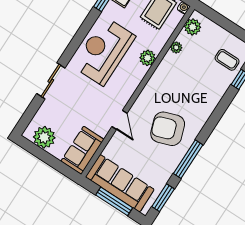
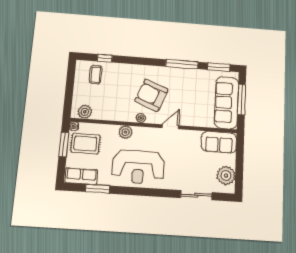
plant: (176, 48) -> (141, 118), moved
sliding door: (51, 81) -> (196, 195), moved
door: (119, 120) -> (170, 127), moved
armchair: (168, 129) -> (151, 95), moved, turned 130

